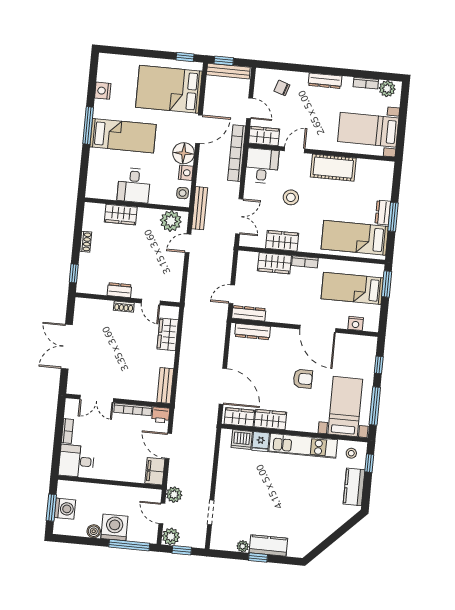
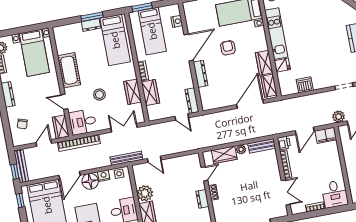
door: (199, 129) -> (69, 175), swing flipped
plant: (171, 221) -> (145, 193), moved
dresser: (253, 332) -> (201, 74), moved
plant: (168, 358) -> (241, 149), added
dishwasher: (242, 440) -> (305, 85), moved, turned -90

